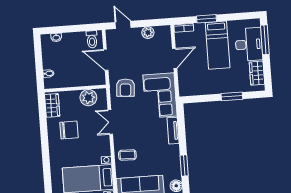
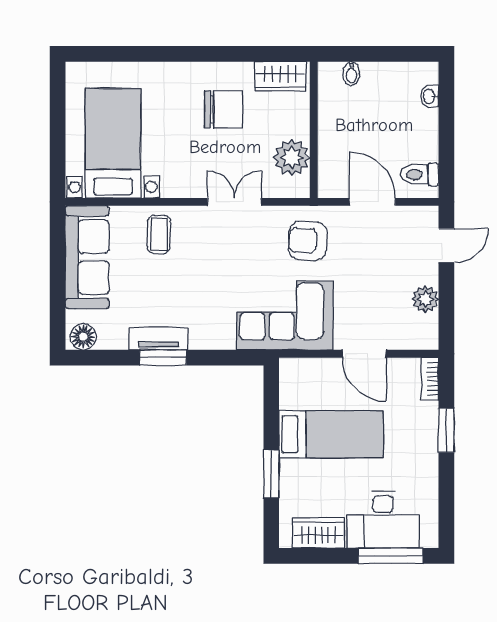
bed: (218, 45) -> (331, 434), moved, turned 180
door: (106, 60) -> (372, 202), hinge flipped
chair: (69, 130) -> (223, 109), turned -90
tv unit: (173, 131) -> (159, 339), moved
window: (184, 165) -> (163, 358), moved

